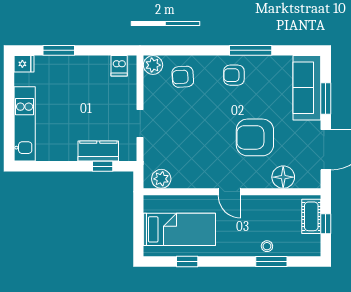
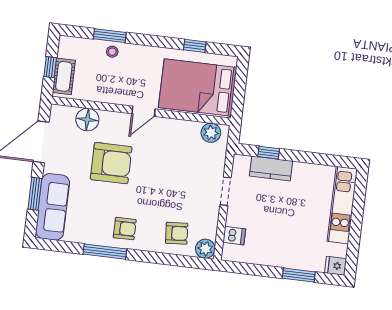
dishwasher: (119, 66) -> (234, 236), moved, turned 90
door: (229, 192) -> (144, 111), swing flipped
bed: (179, 229) -> (198, 87), width x1.50

